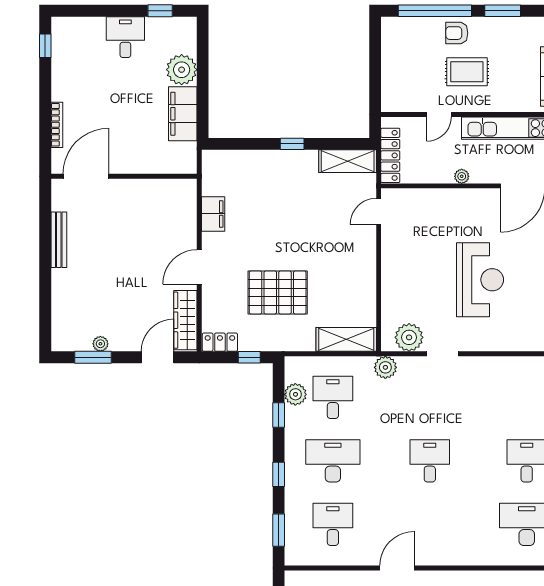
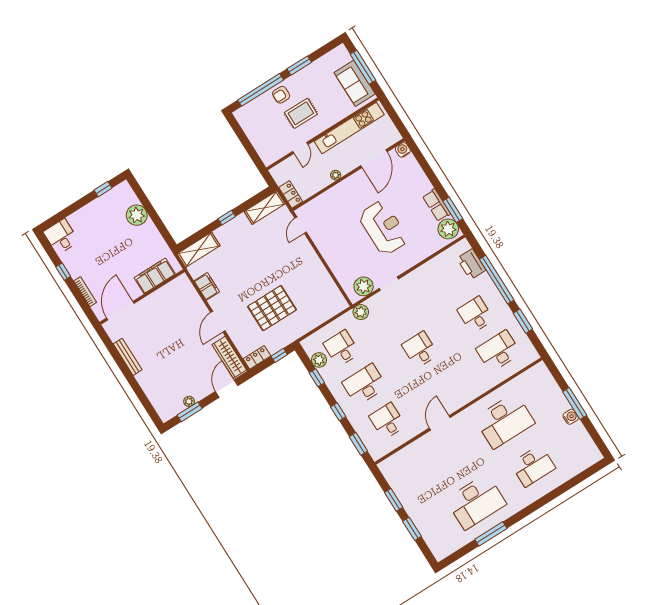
desk: (125, 37) -> (61, 237), moved
window: (45, 46) -> (63, 272), moved
filing cabinet: (183, 114) -> (155, 276), moved, turned 90
locker: (390, 155) -> (291, 194), width x0.66
shelving: (346, 339) -> (199, 250), moved

